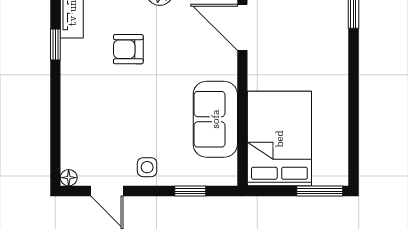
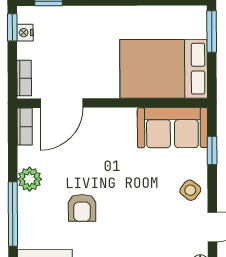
sofa: (215, 119) -> (172, 128), moved
side table: (147, 167) -> (190, 190), turned 38

